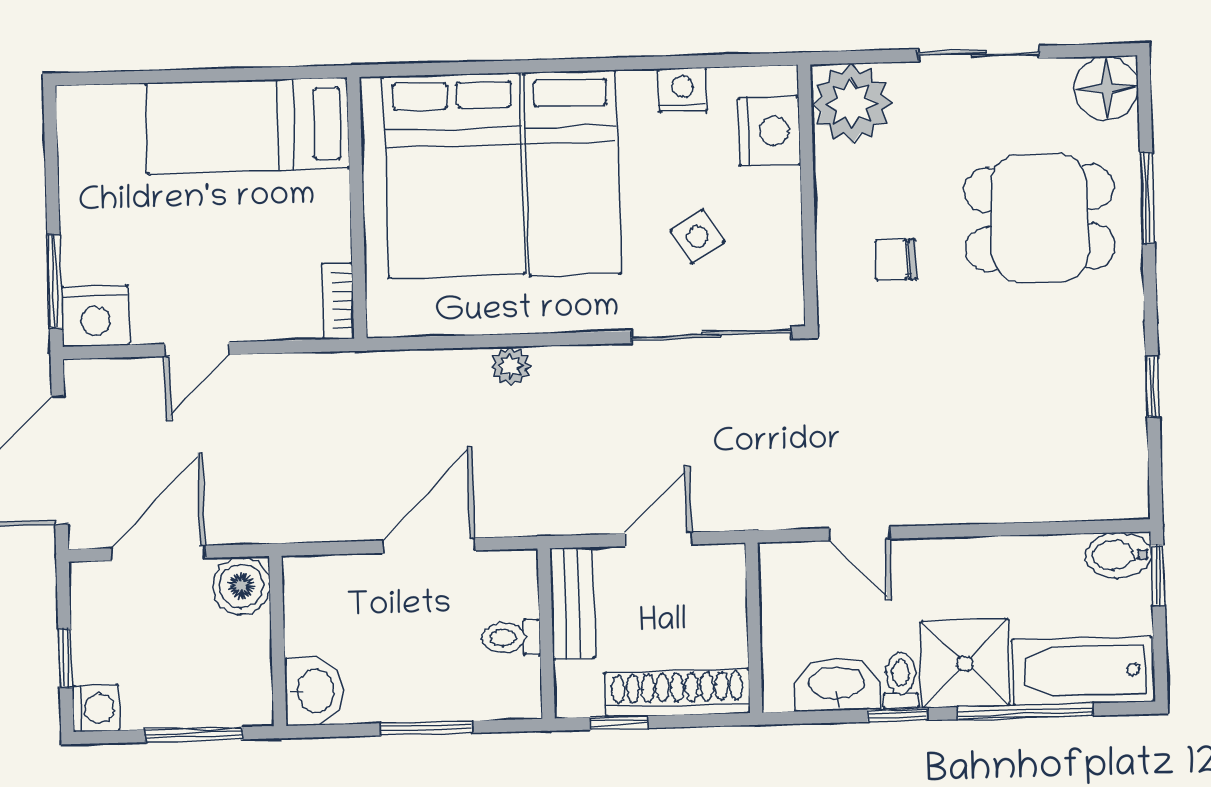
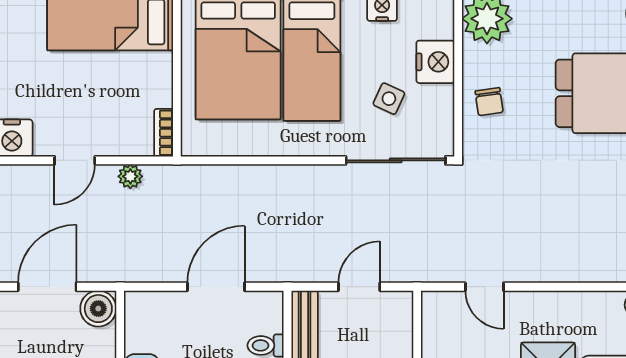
nightstand: (769, 131) -> (435, 62), moved
side table: (698, 236) -> (389, 99), turned -33
chair: (896, 260) -> (489, 102), moved, turned -98
plant: (510, 366) -> (130, 176), moved

